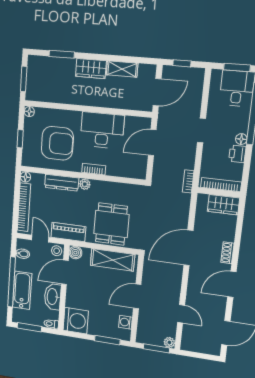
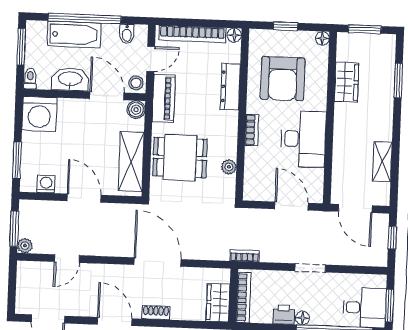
wardrobe: (91, 69) -> (347, 82), moved, turned 180
plant: (85, 184) -> (229, 167), moved

